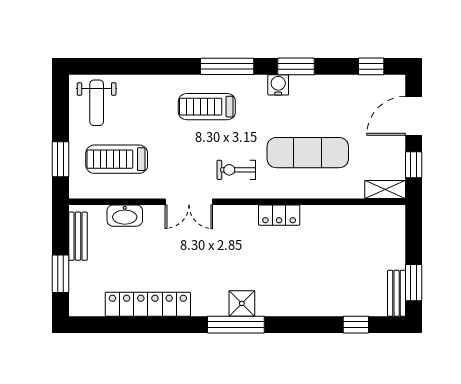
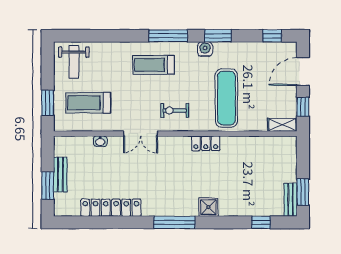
exercise mat: (308, 153) -> (226, 98), turned 90
washbasin: (125, 216) -> (100, 141), width x0.52, depth x0.69
bench: (78, 236) -> (60, 175), moved
shower: (242, 303) -> (208, 207), moved

